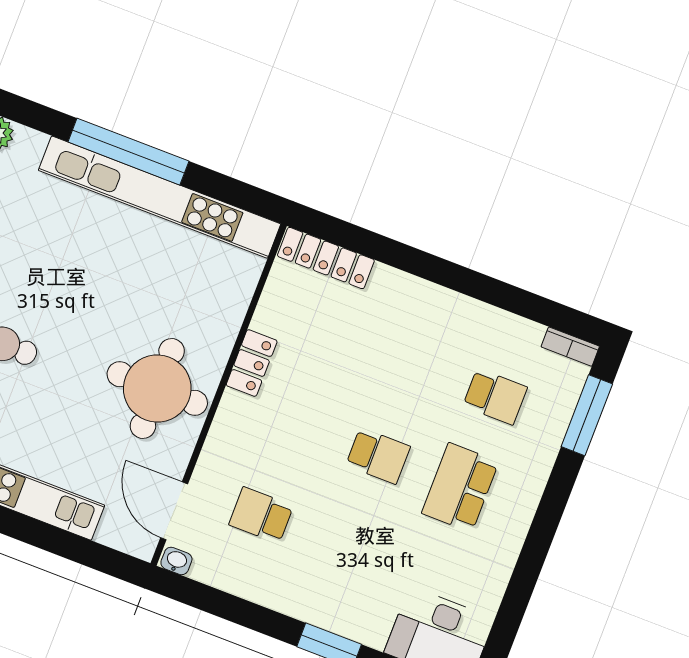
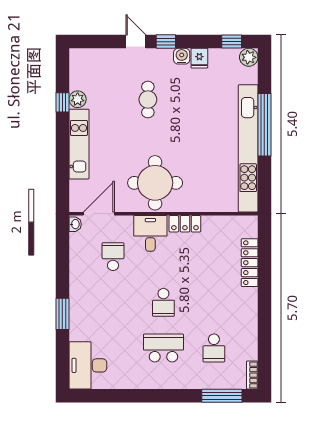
locker: (326, 258) -> (250, 263), moved
desk: (245, 432) -> (150, 233), added

